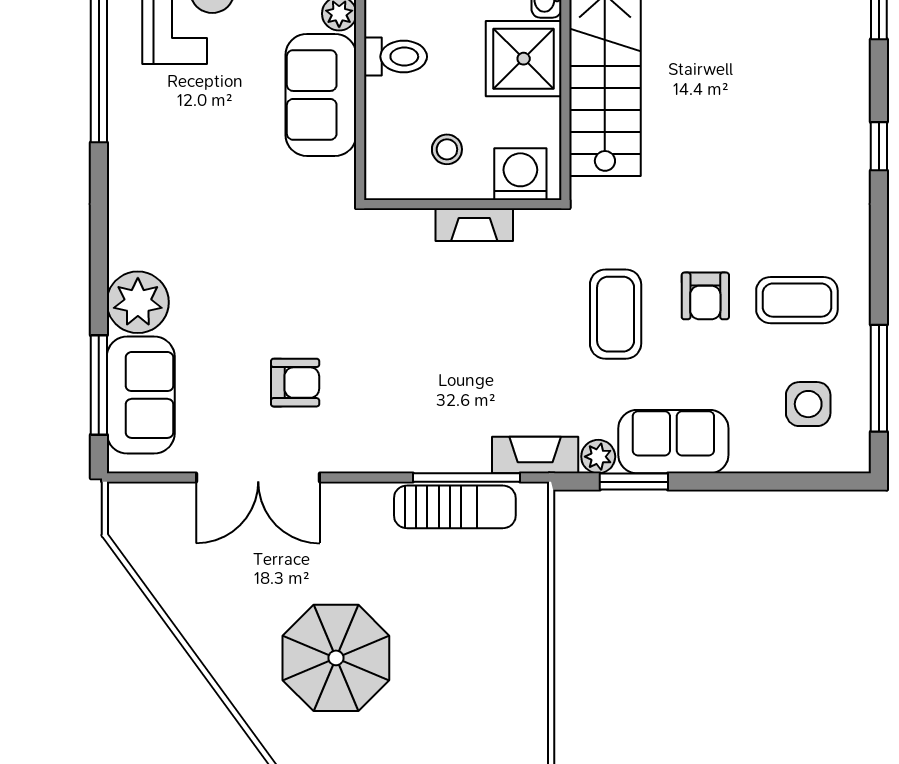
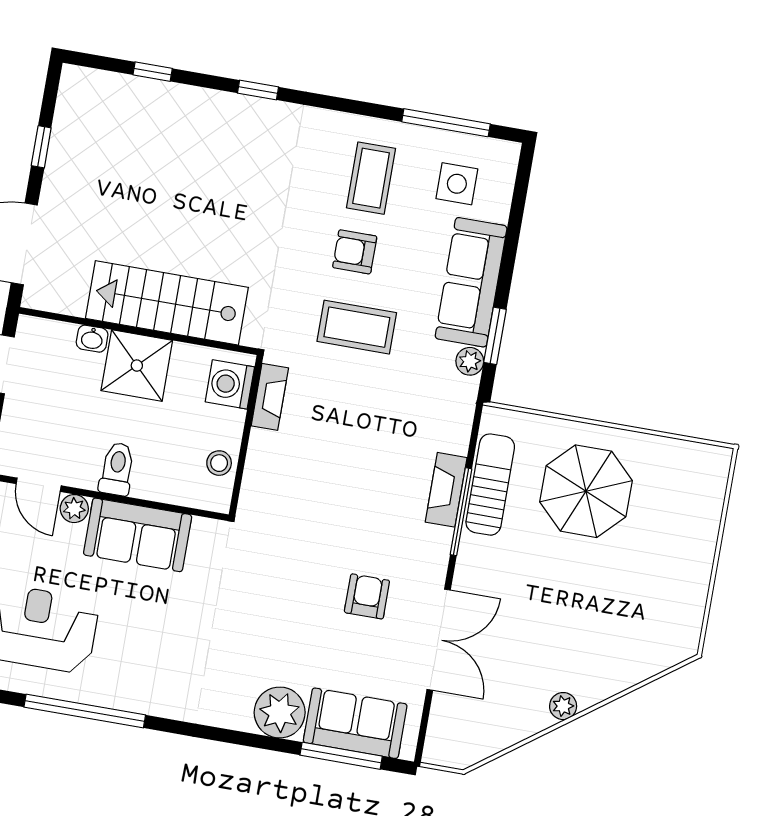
stool: (447, 149) -> (219, 463), moved
fireplace: (474, 225) -> (270, 397), moved
armchair: (705, 296) -> (355, 252), turned 180
sofa: (673, 442) -> (471, 282), width x1.36
fireplace: (535, 455) -> (446, 490), moved
window: (466, 477) -> (461, 512), moved
plant: (205, 641) -> (563, 706), added
parasol: (336, 658) -> (586, 491), moved

